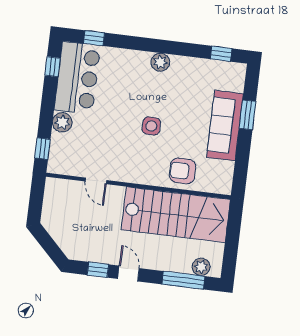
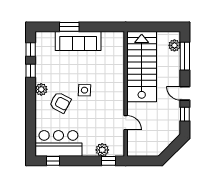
window: (94, 38) -> (31, 71), moved
plant: (62, 122) -> (102, 150), moved
armchair: (183, 171) -> (60, 102), moved, turned -62
door: (96, 181) -> (126, 123), hinge flipped
door: (128, 273) -> (185, 93), hinge flipped

